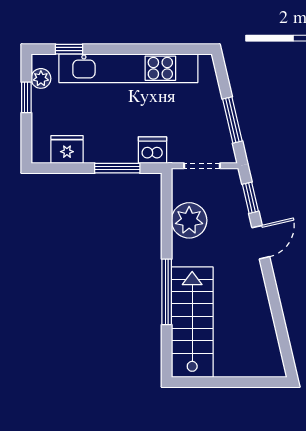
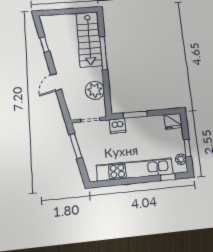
fridge: (67, 149) -> (173, 121), moved
window: (250, 198) -> (45, 45), moved

